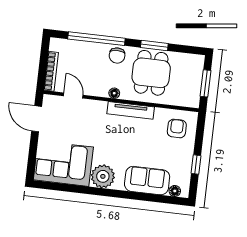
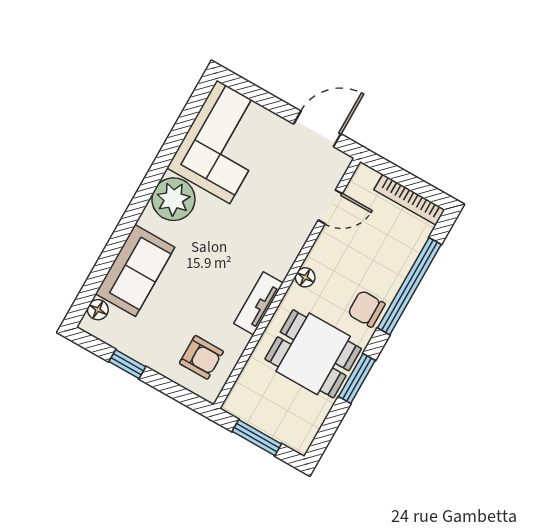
bookcase: (51, 71) -> (409, 200), moved
tv unit: (131, 110) -> (259, 303), width x0.71

